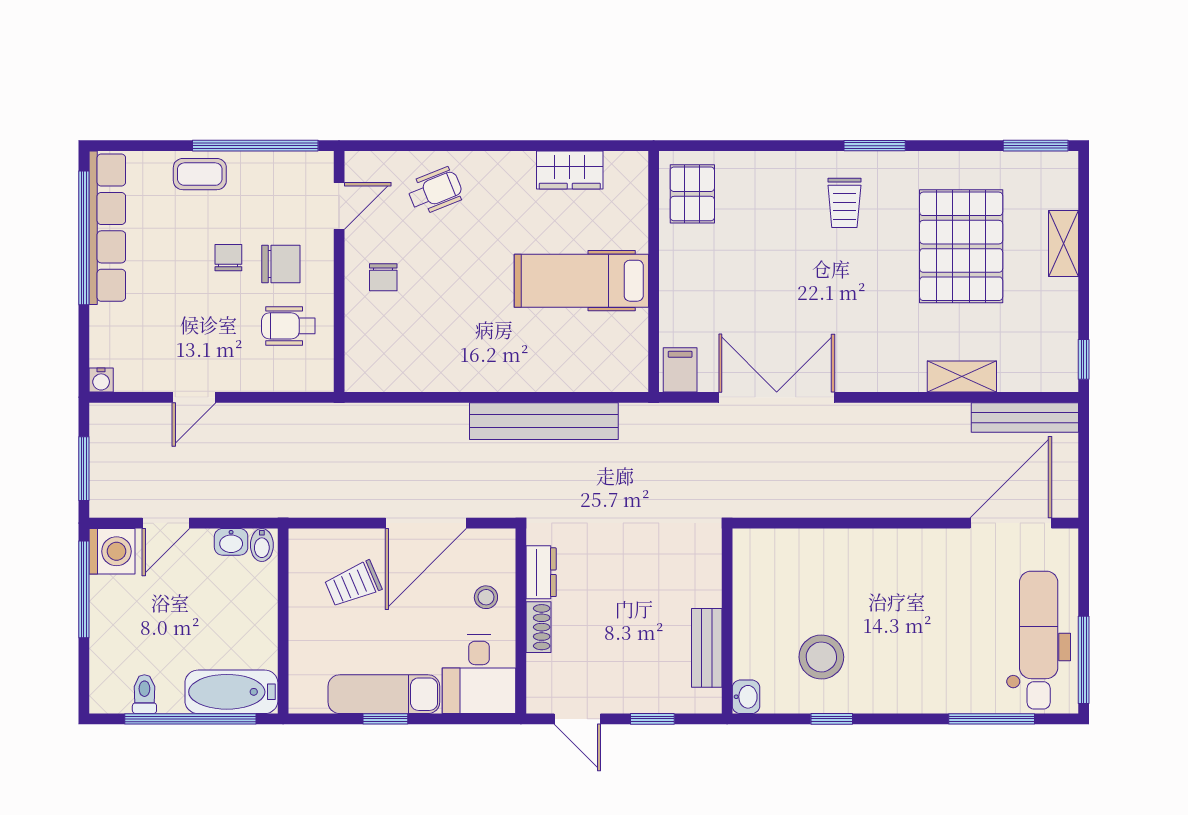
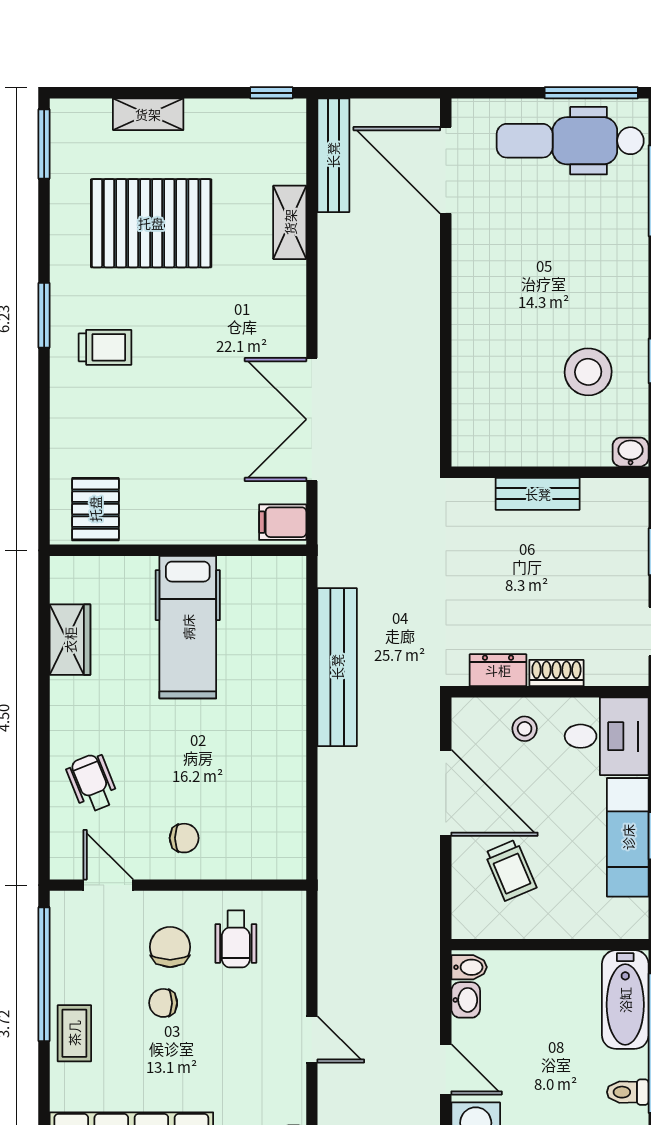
pallet: (692, 194) -> (95, 509), turned 90
bench: (707, 648) -> (538, 494), moved

